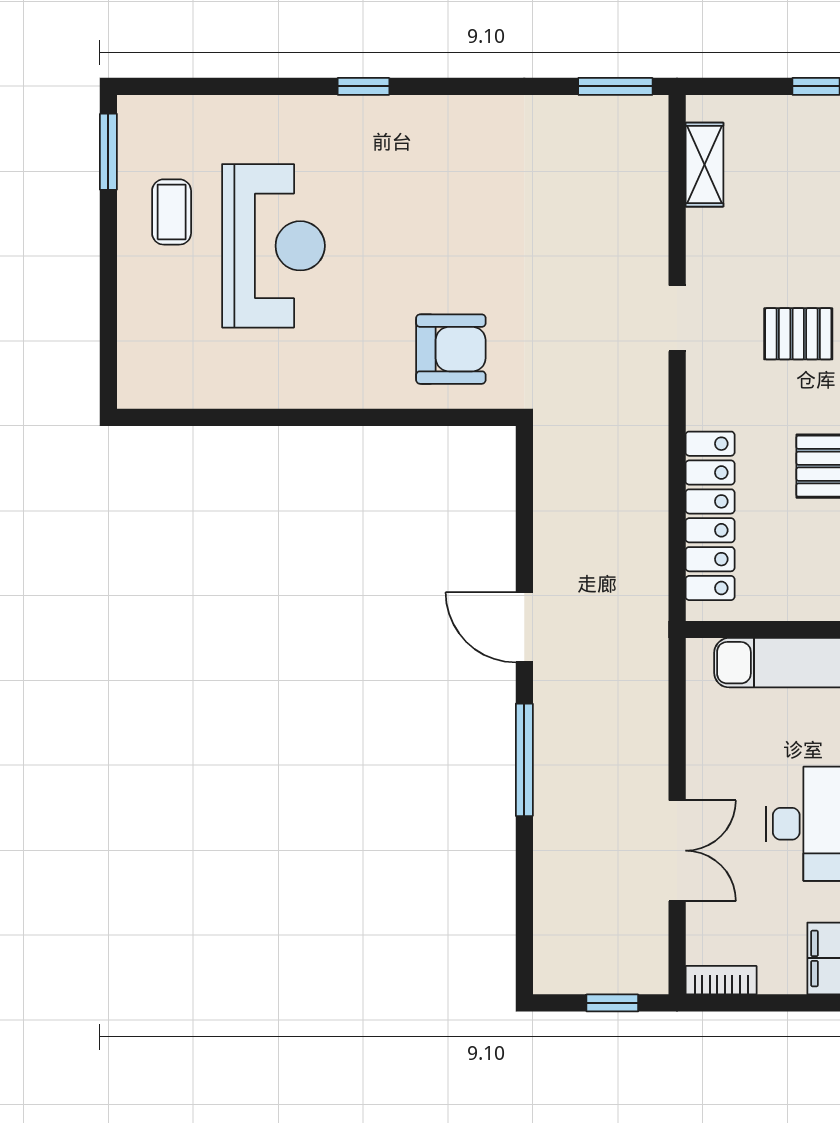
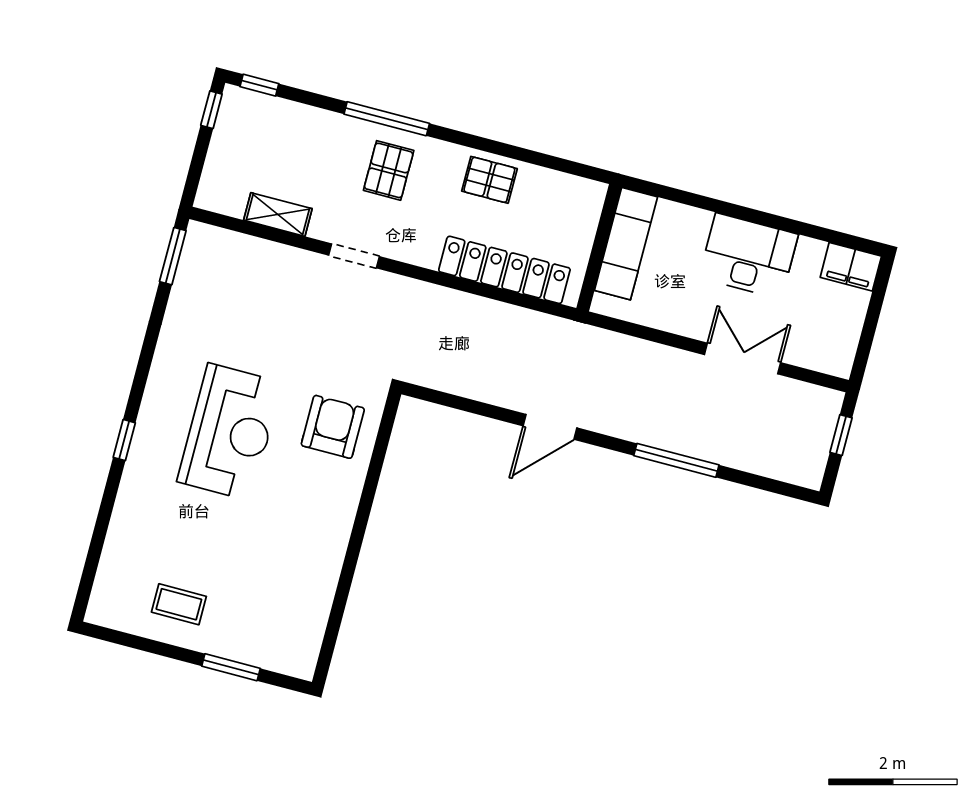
window: (108, 152) -> (231, 667), moved
shelving: (704, 165) -> (278, 214), moved
reception desk: (273, 246) -> (230, 432), moved, turned 90
window: (524, 760) -> (676, 460), moved
bookcase: (721, 980) -> (845, 351), removed

